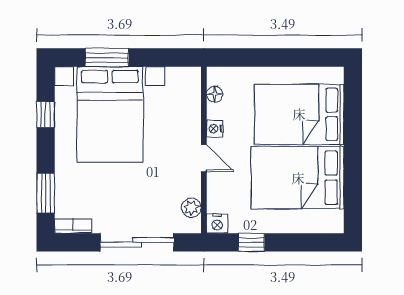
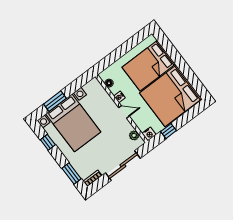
bed: (298, 178) -> (171, 96), width x1.36

